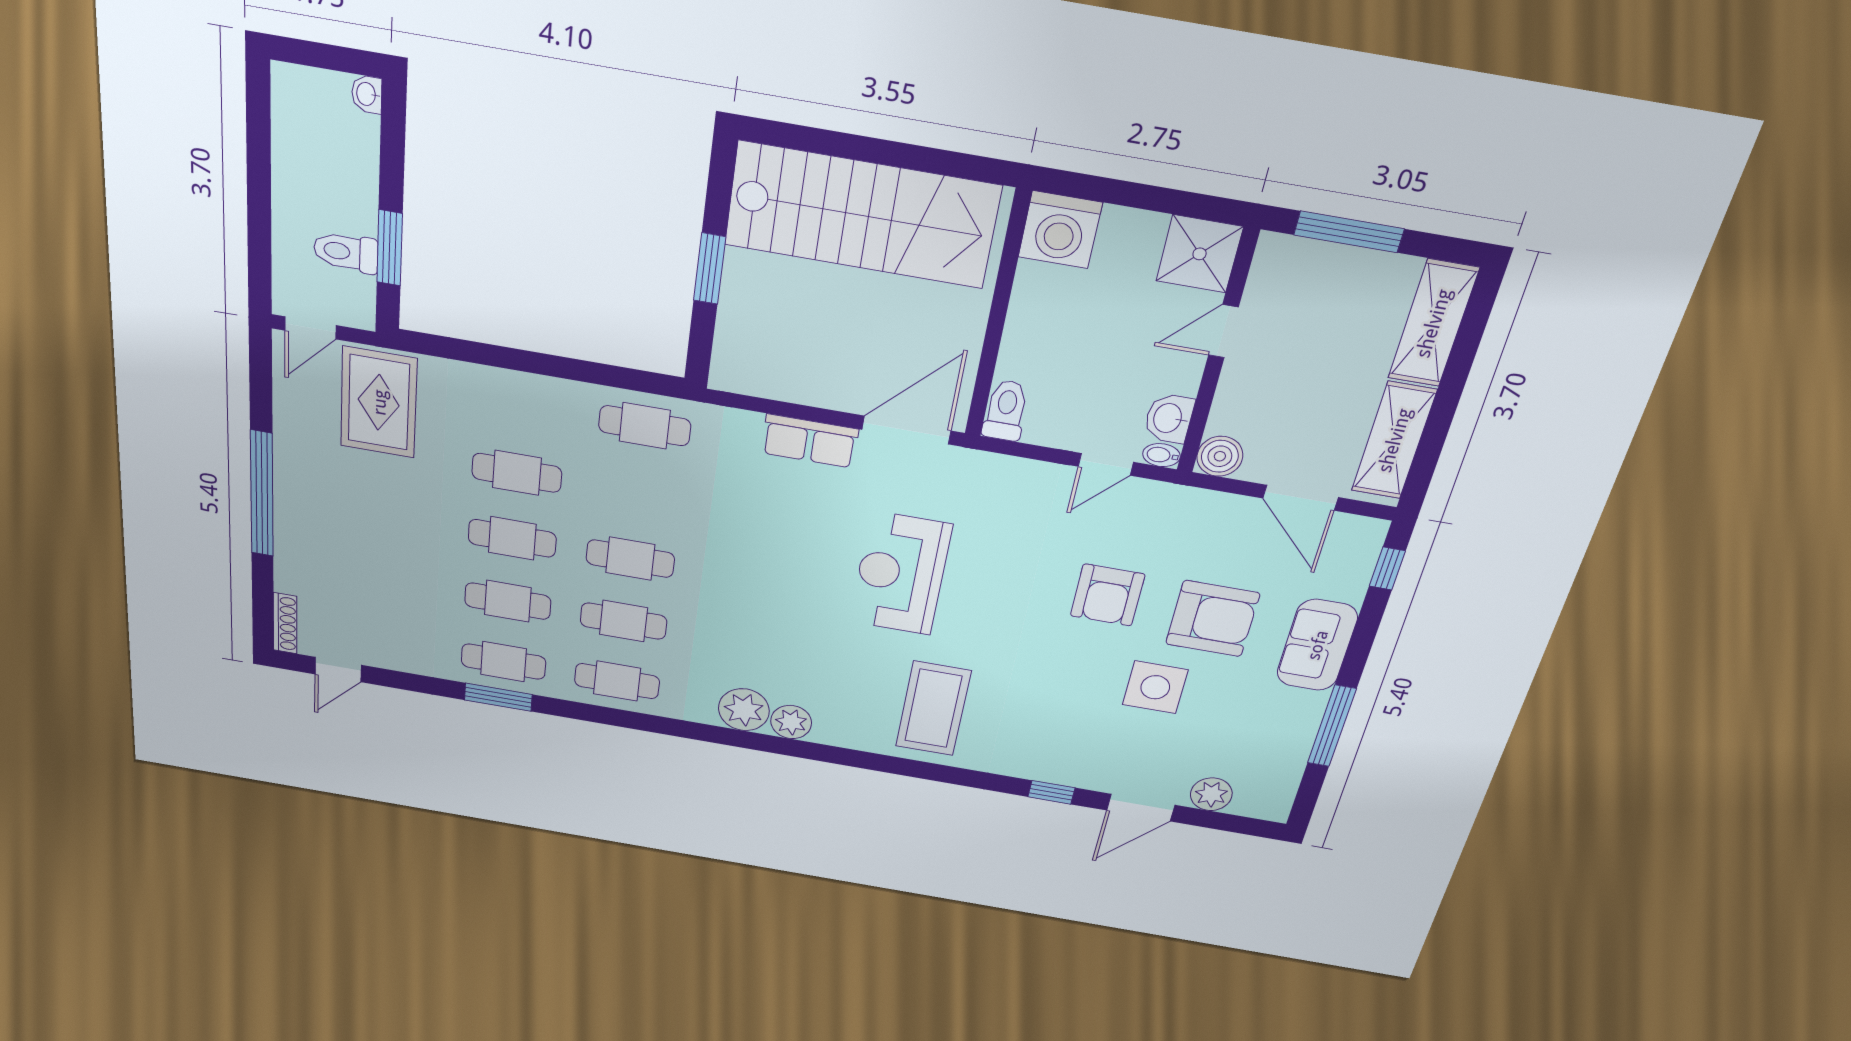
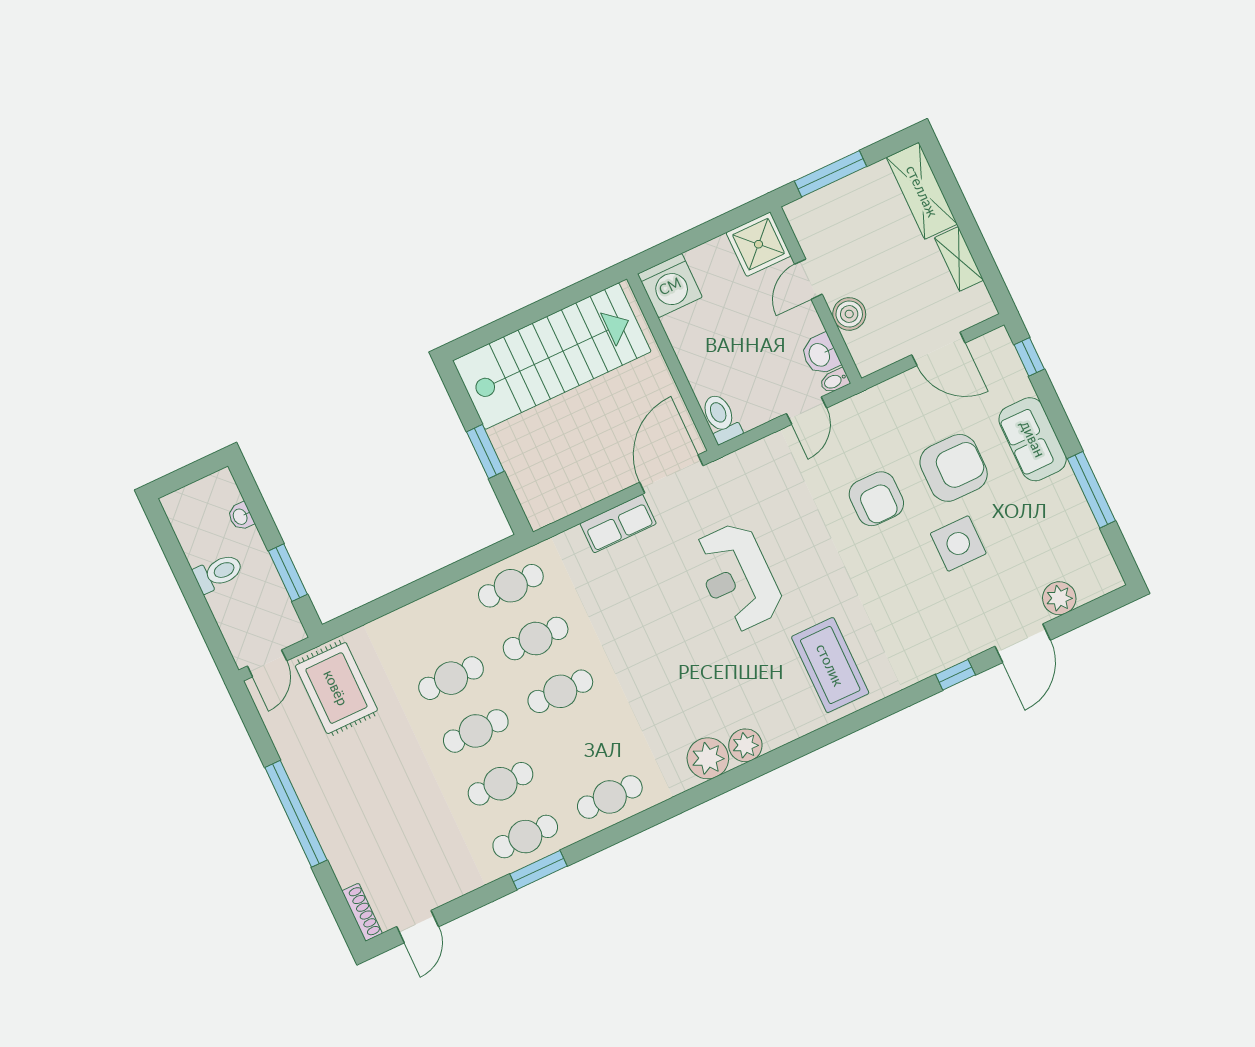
washbasin: (367, 94) -> (241, 516), moved
toilet: (346, 252) -> (218, 573), moved, turned 180
shelving: (1394, 440) -> (959, 259), width x0.67, depth x0.75
boiler: (1220, 456) -> (849, 314), moved
cafe table: (624, 621) -> (536, 639), moved

